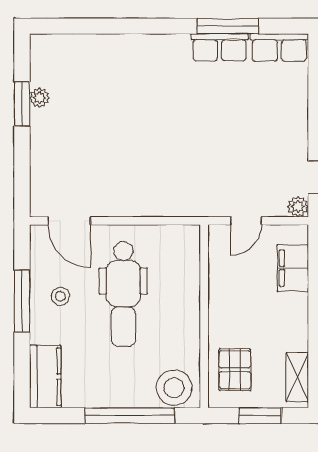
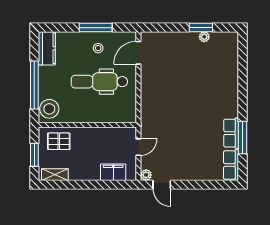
door: (246, 221) -> (138, 147), swing flipped
kitchen counter: (45, 377) -> (47, 48), moved, turned -90

